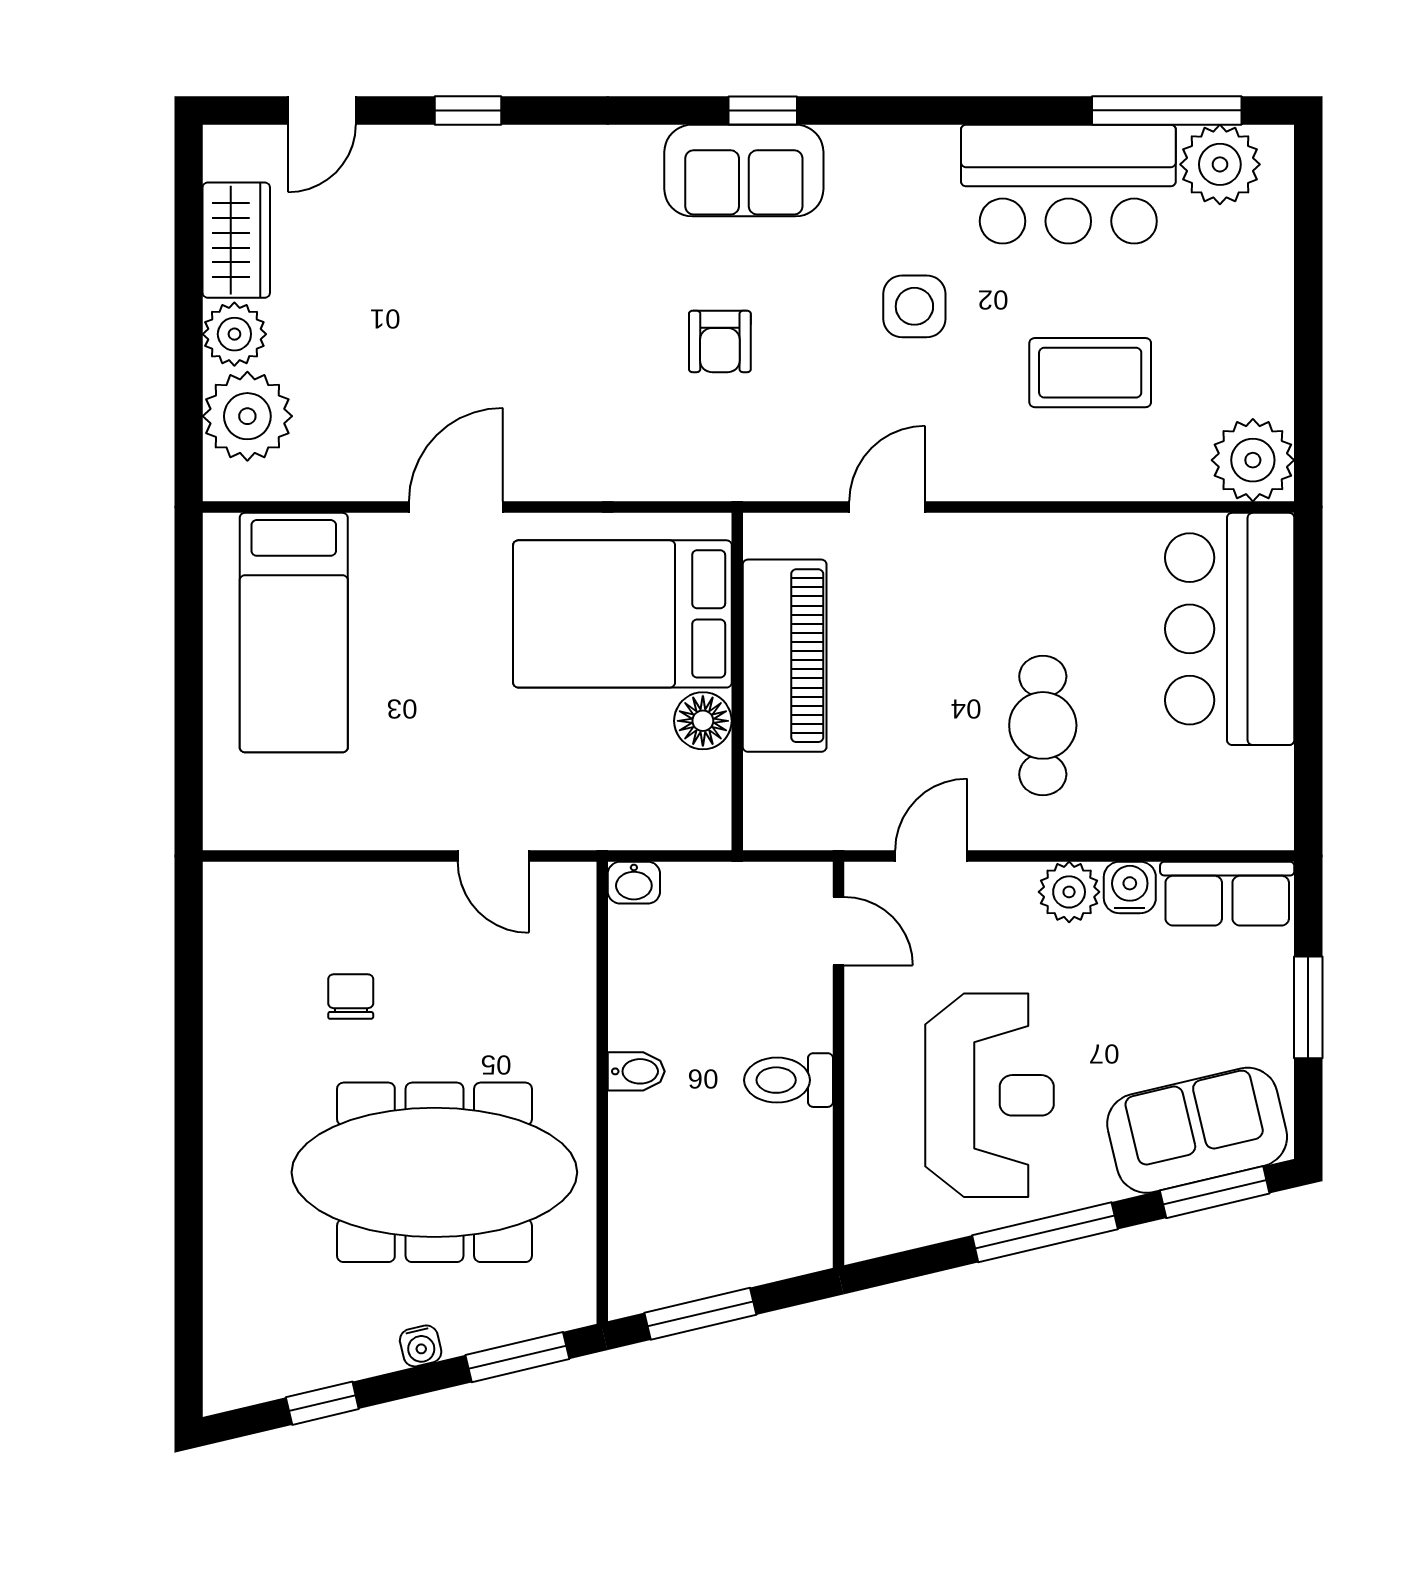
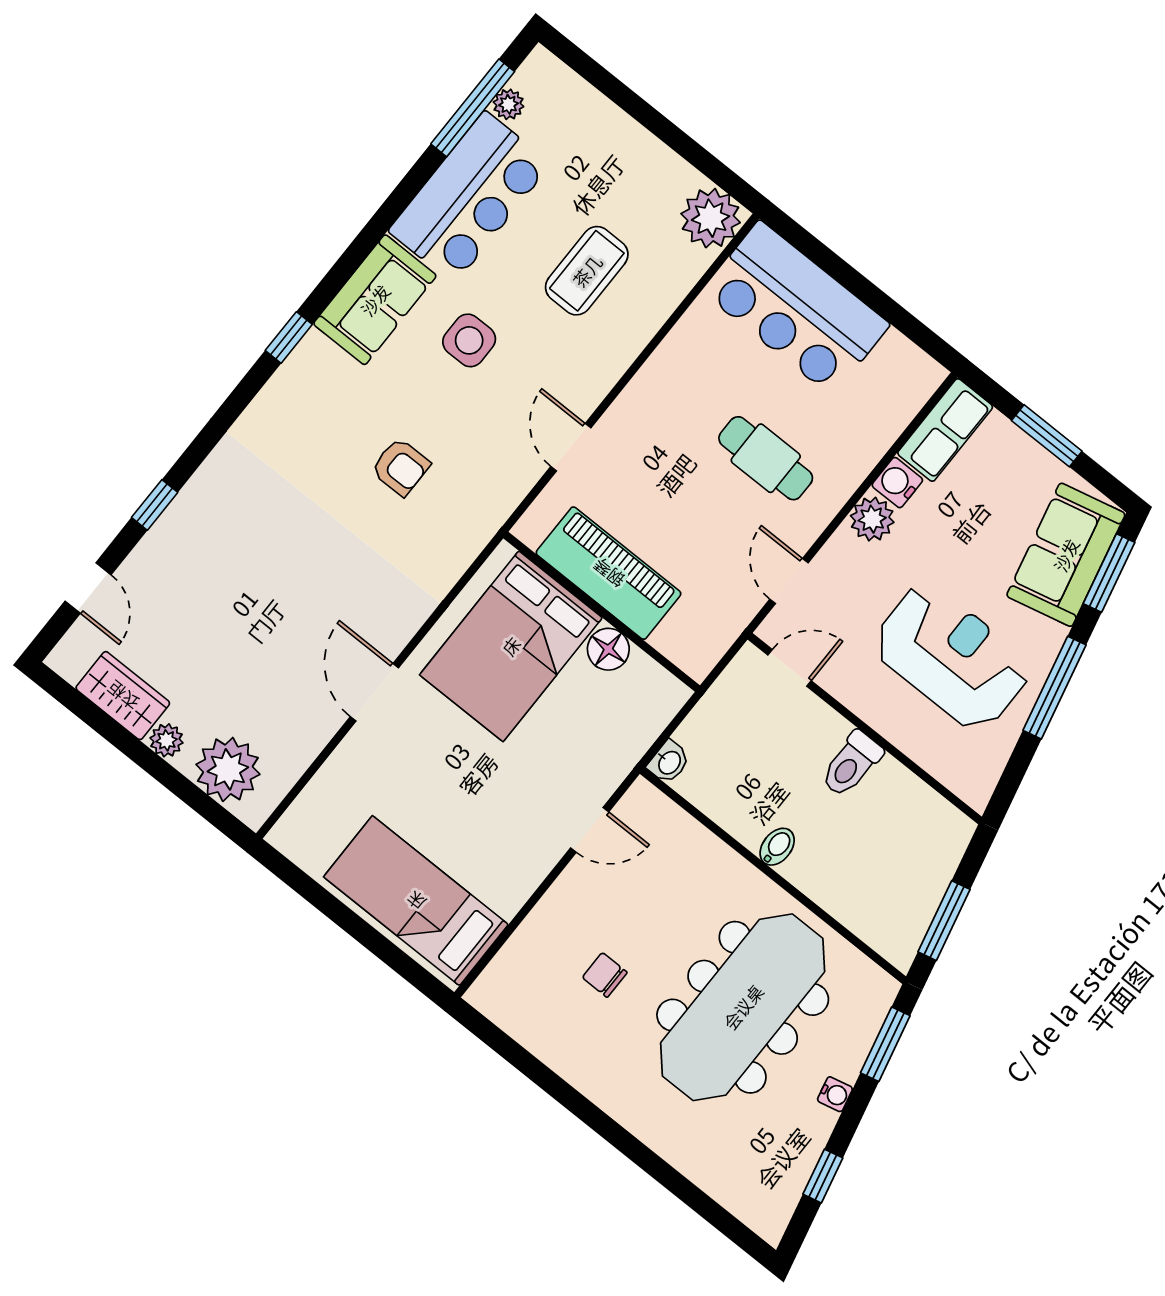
plant: (1220, 164) -> (509, 104), width x0.53, depth x0.53
sofa: (744, 170) -> (375, 300), moved
plant: (234, 334) -> (167, 740), width x0.73, depth x0.73
bed: (294, 633) -> (416, 901), moved, turned 180

